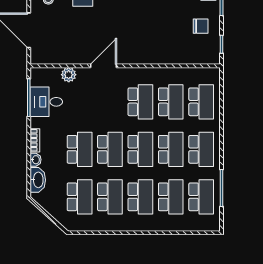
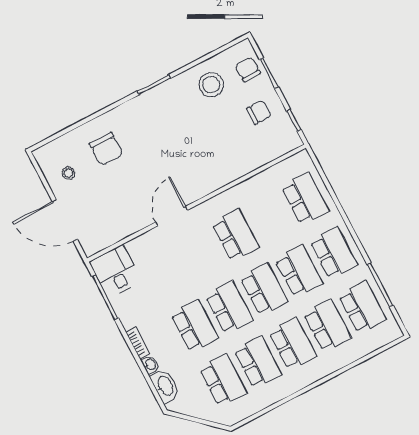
plant: (69, 75) -> (137, 247), removed
desk: (46, 102) -> (115, 271), moved, turned 90
school desk: (171, 102) -> (270, 217), removed

